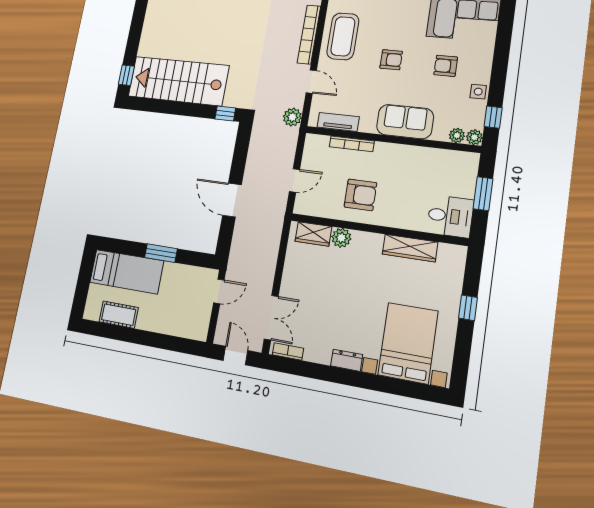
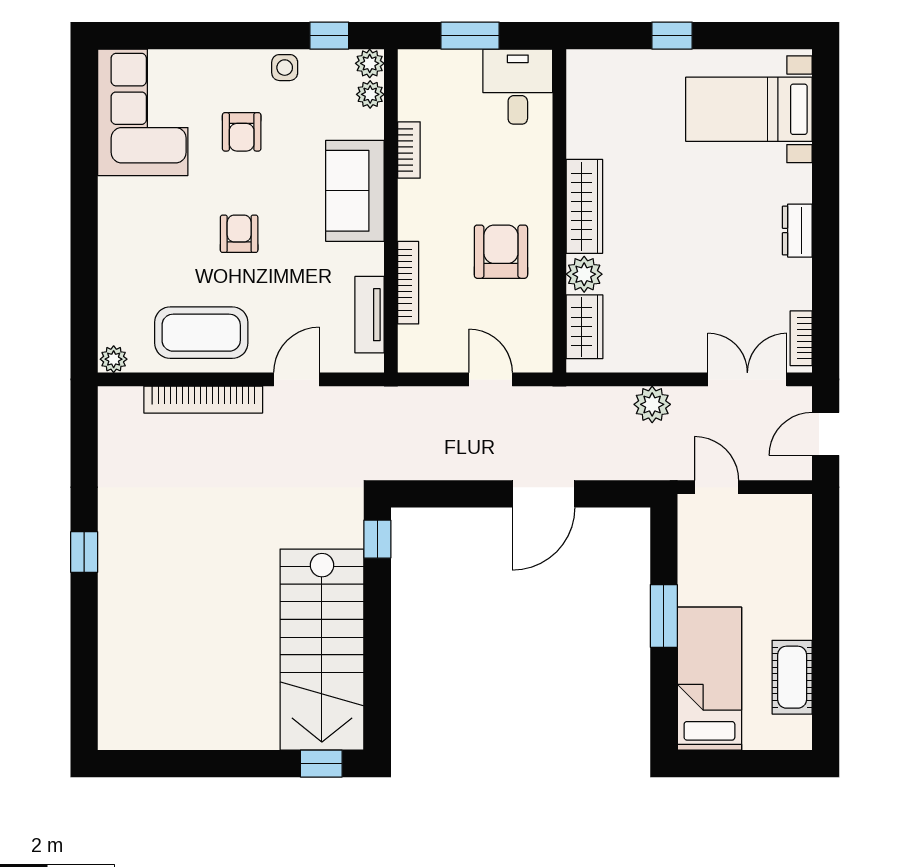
plant: (292, 117) -> (652, 404), moved
bookcase: (423, 153) -> (409, 150), added
wardrobe: (410, 248) -> (584, 206), moved
bed with nightstands: (408, 343) -> (749, 109), width x0.73

